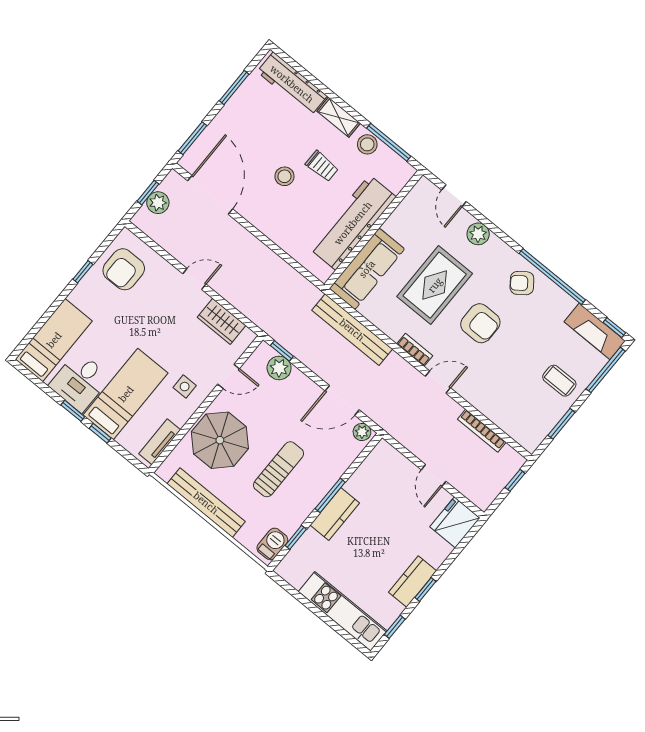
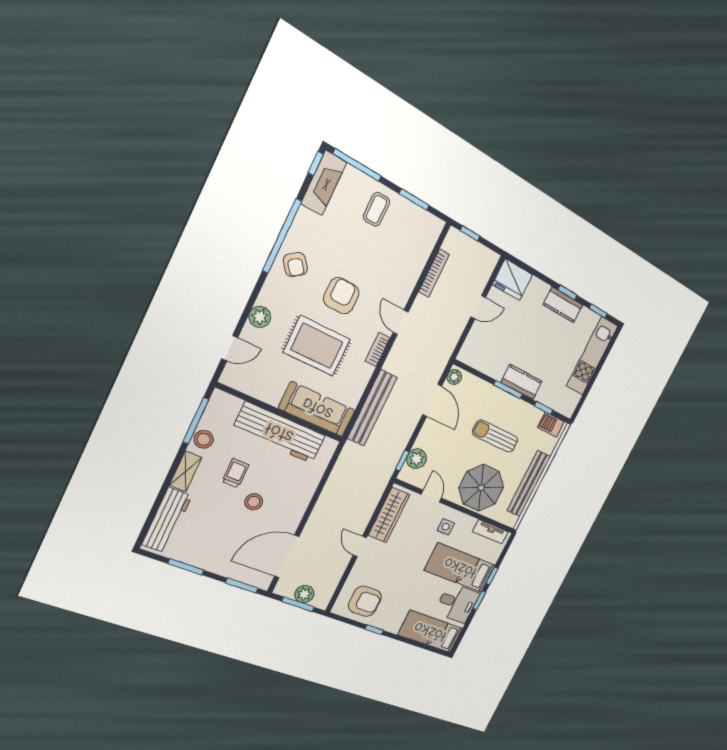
window: (148, 193) -> (298, 604), width x1.50
wardrobe: (222, 321) -> (389, 515), width x1.50

